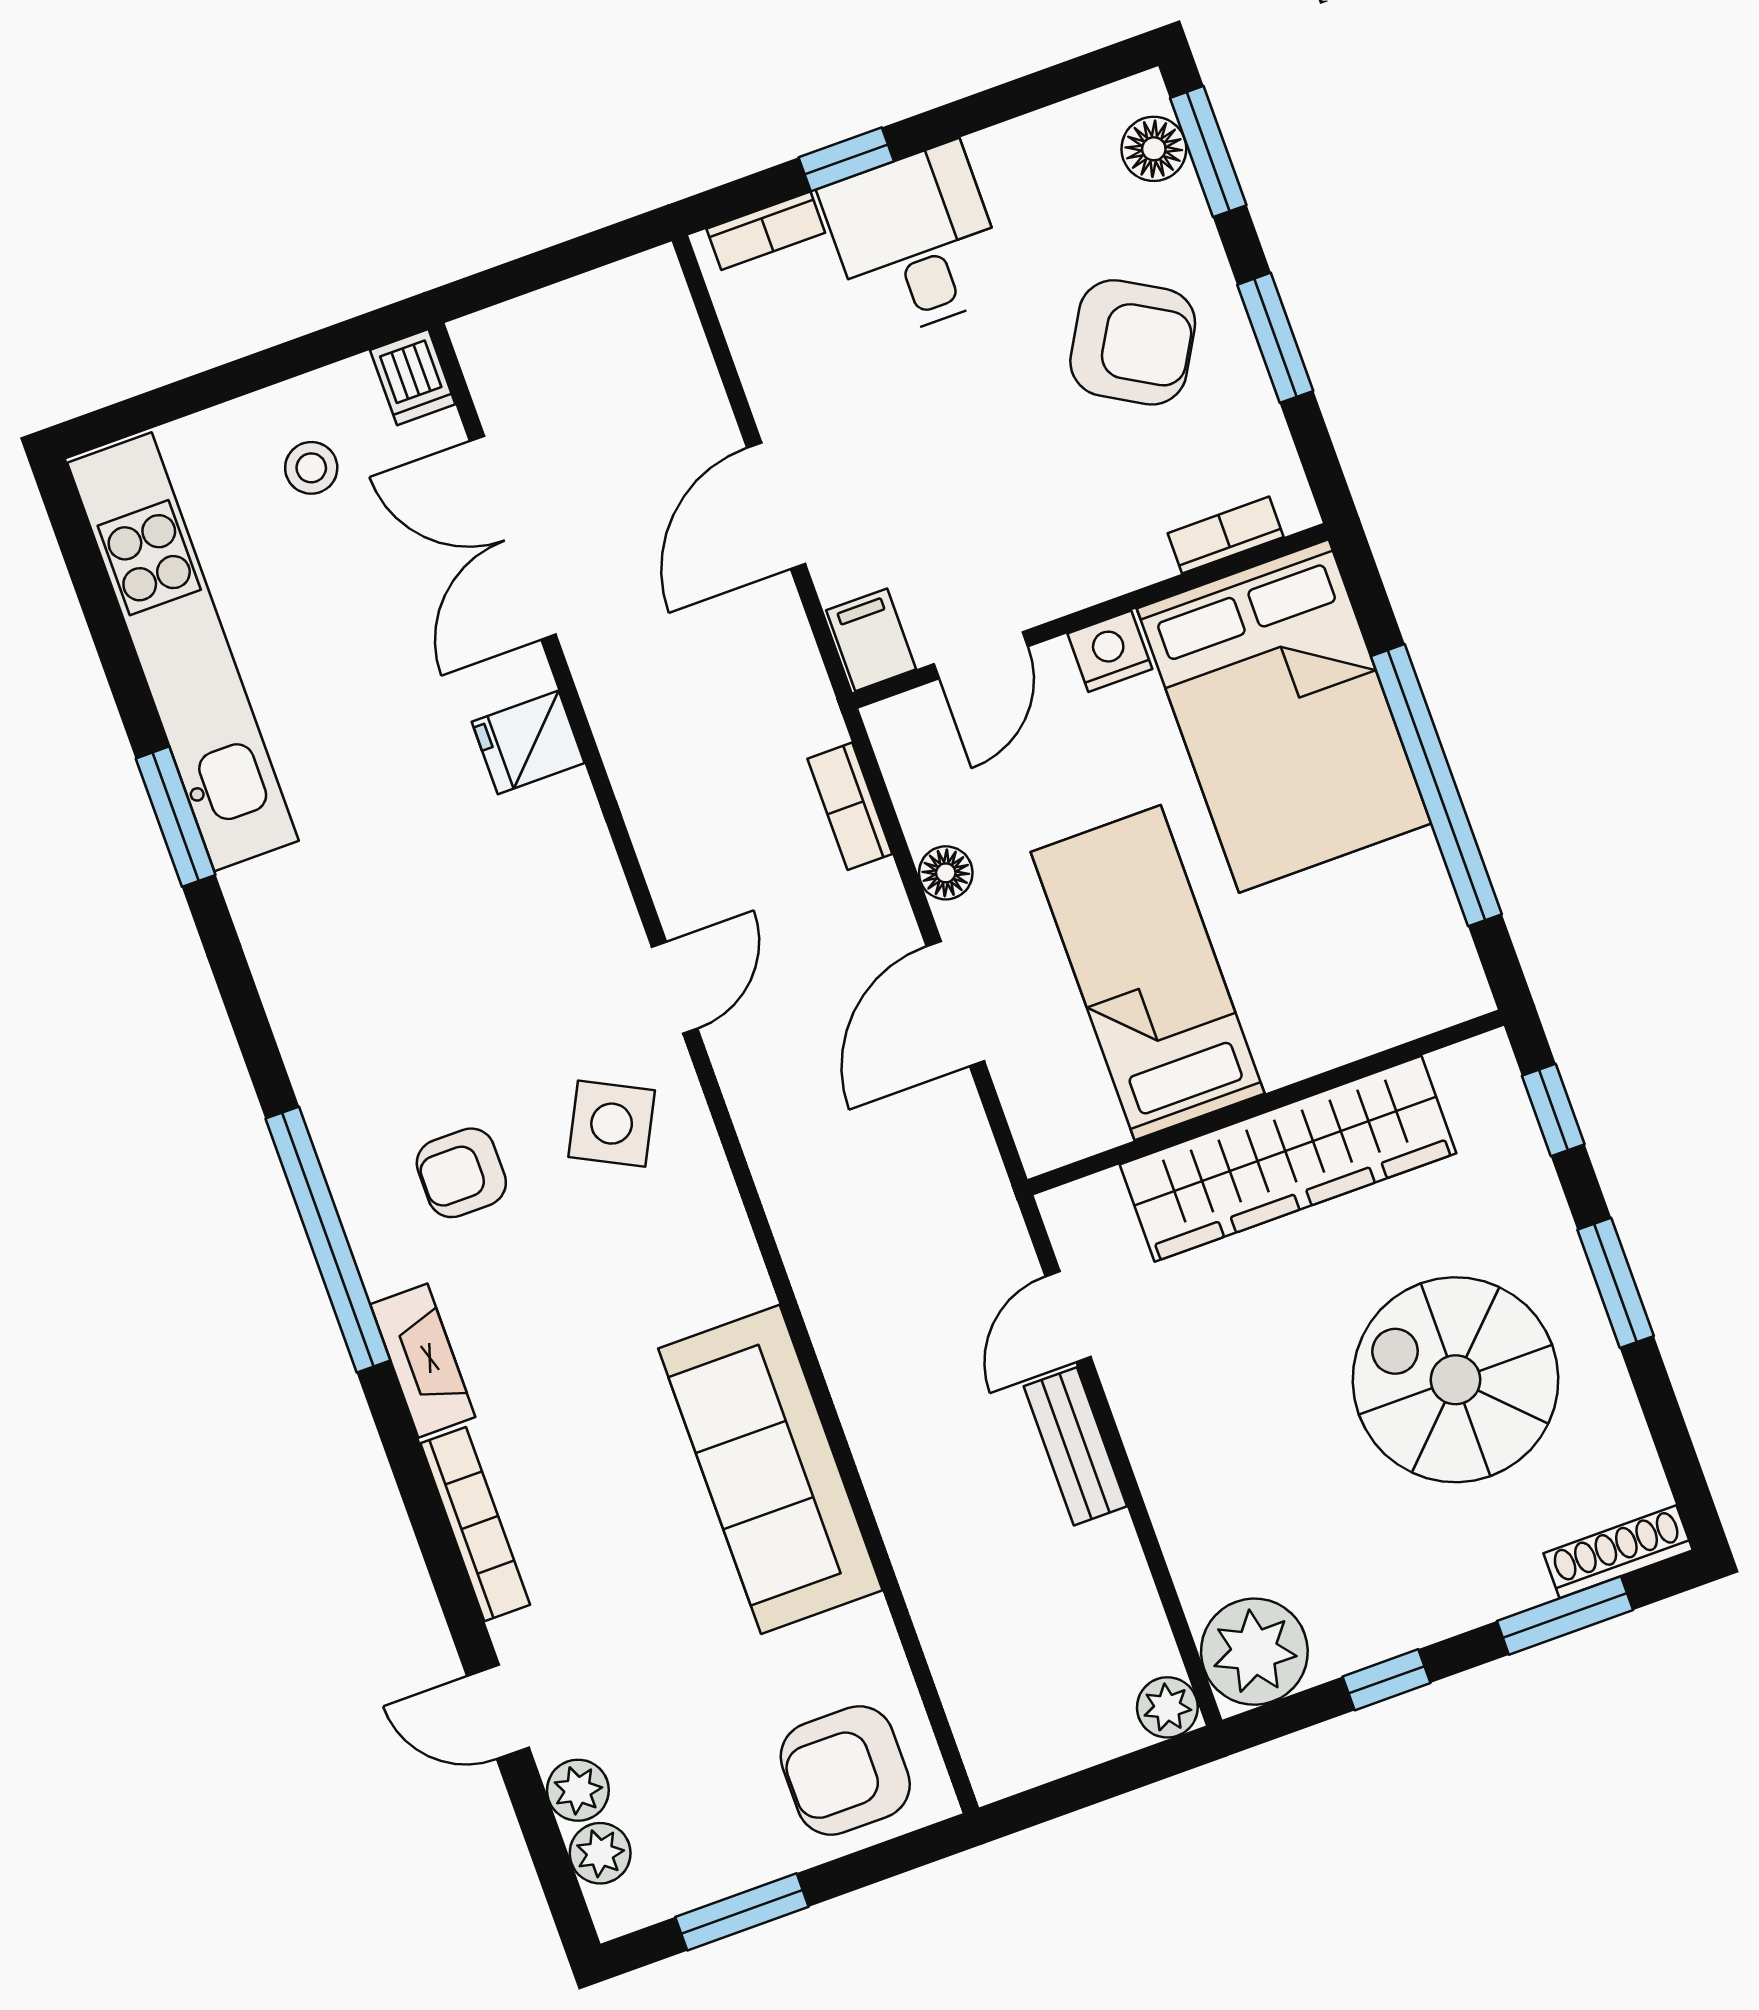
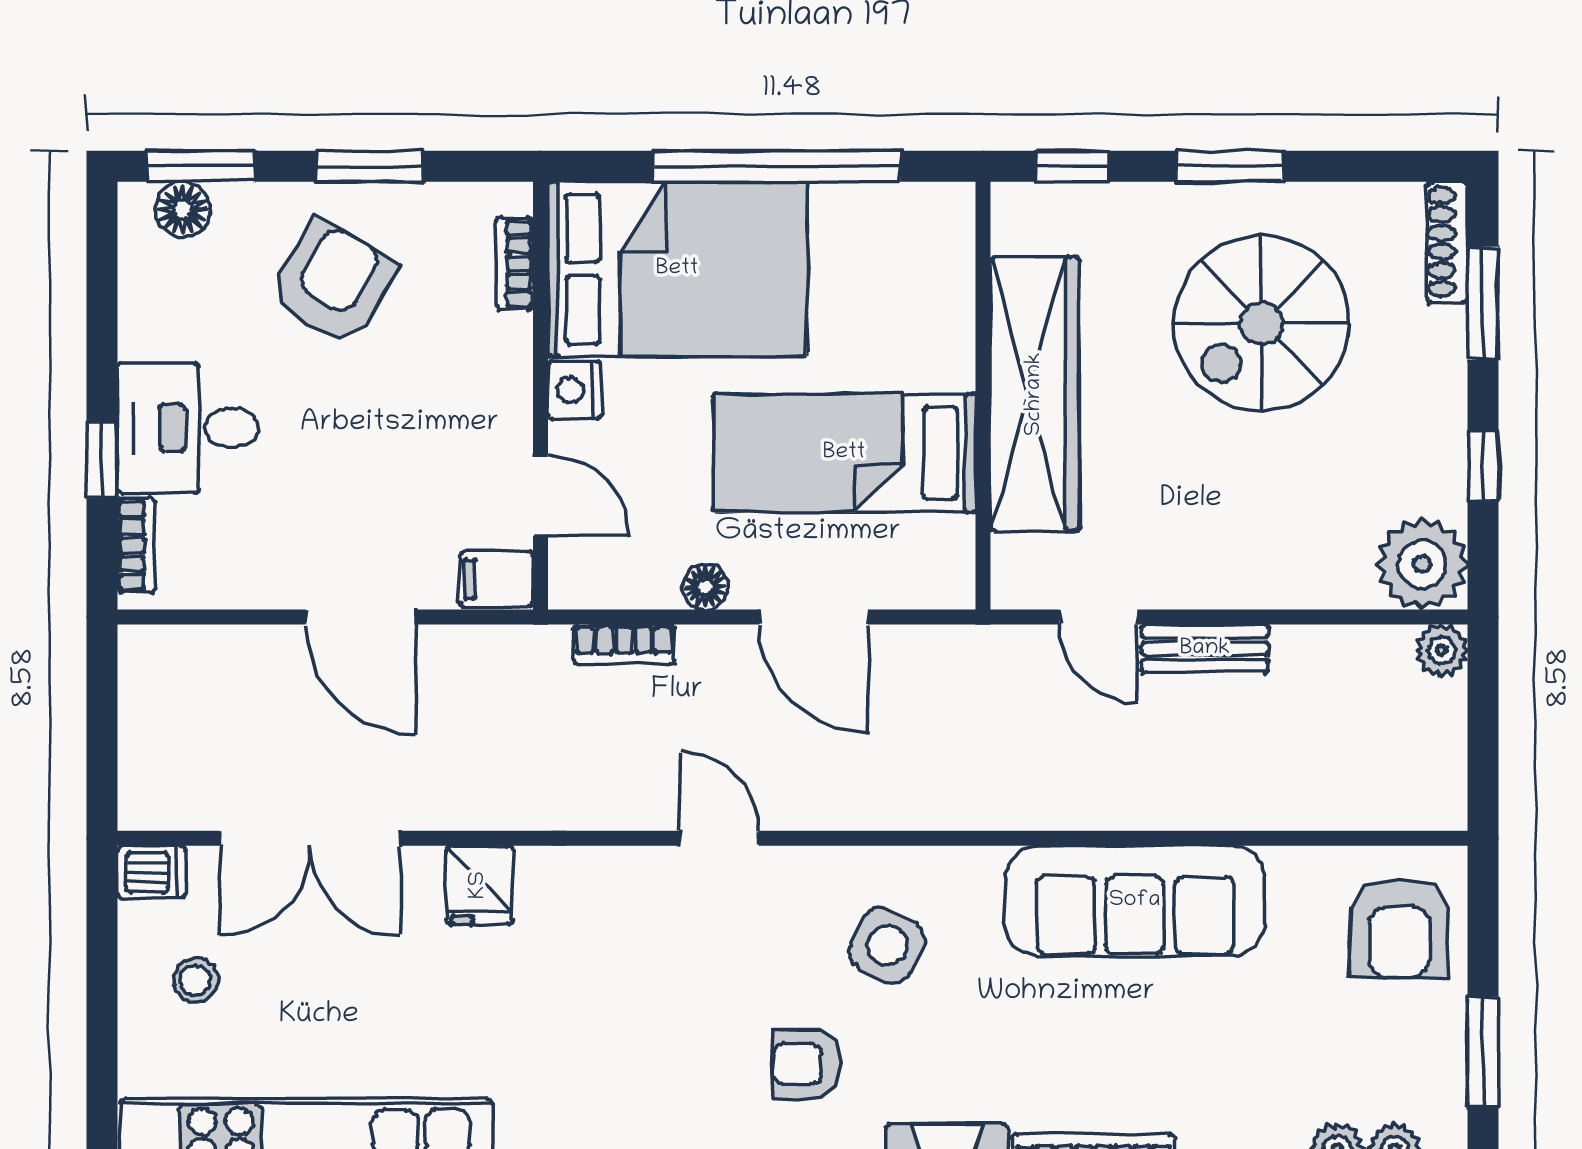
side table: (612, 1124) -> (887, 945), moved
armchair: (461, 1173) -> (807, 1064), turned 90

